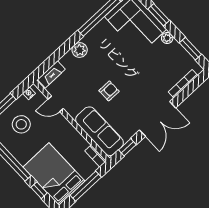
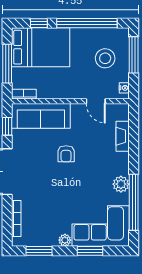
plant: (80, 50) -> (121, 184), moved
fireplace: (51, 74) -> (123, 136), moved
door: (56, 104) -> (96, 101), swing flipped

